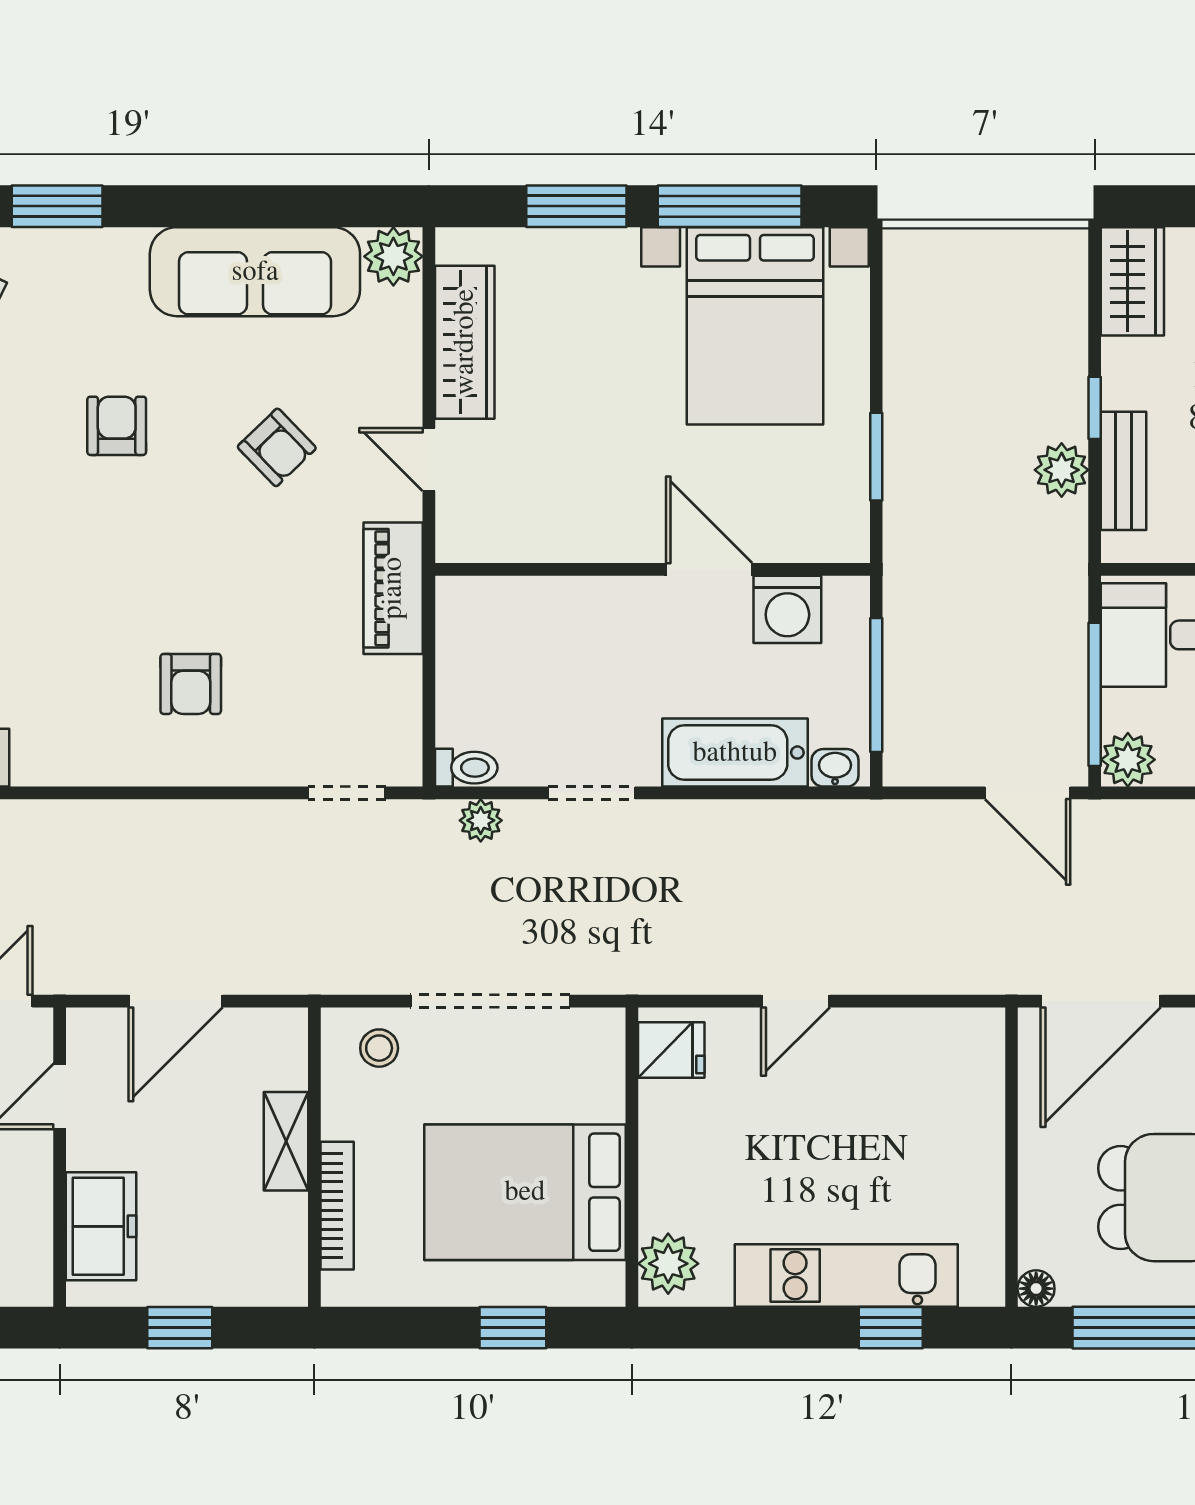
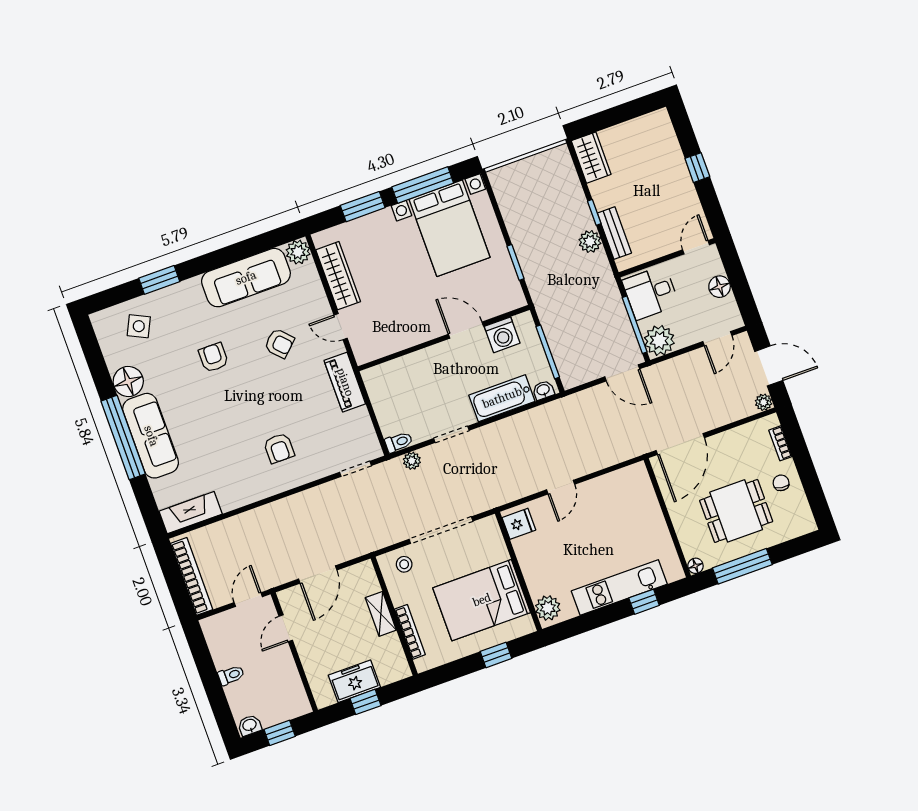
plant: (1128, 760) -> (659, 340), width x1.36, depth x1.36
freezer: (101, 1226) -> (354, 681), moved, turned -90

